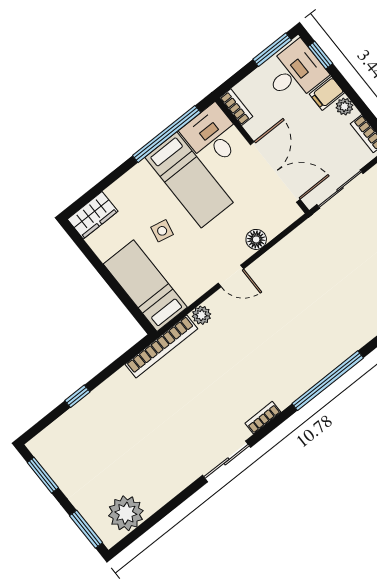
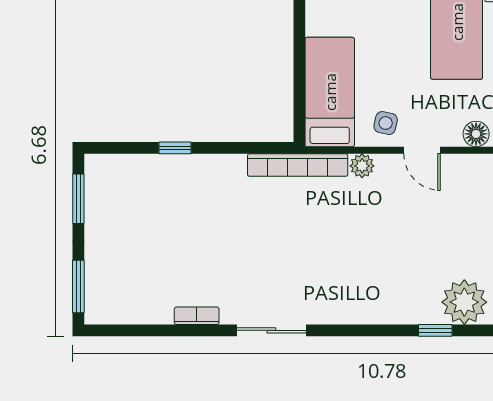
side table: (162, 231) -> (386, 123), moved
window: (328, 381) -> (435, 330), width x0.32
bookcase: (263, 418) -> (197, 316), moved
plant: (126, 513) -> (464, 302), moved

